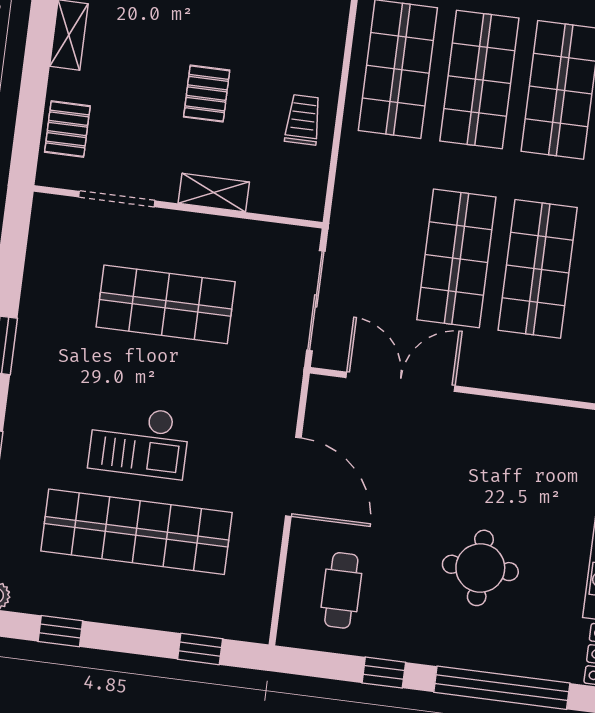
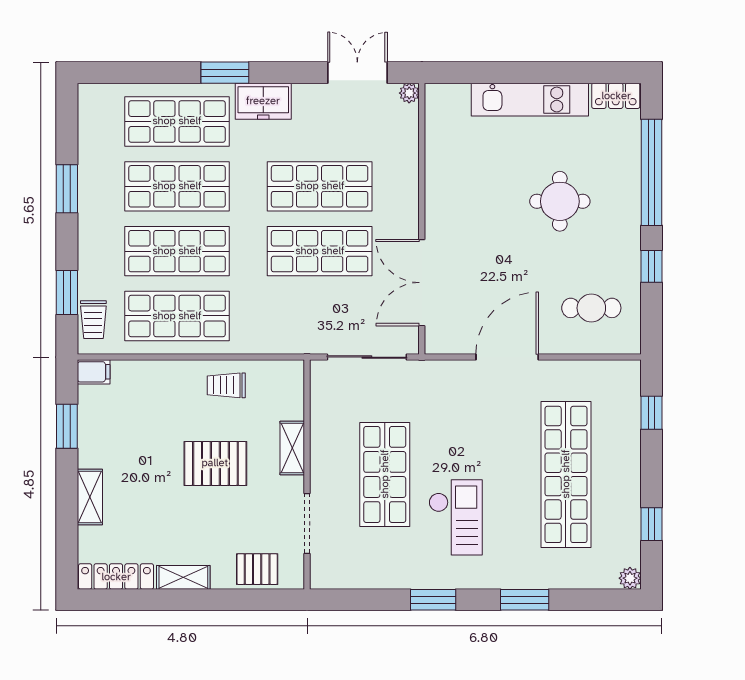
pallet: (207, 94) -> (215, 463), width x1.50, depth x1.42
checkout: (139, 441) -> (456, 517), moved

